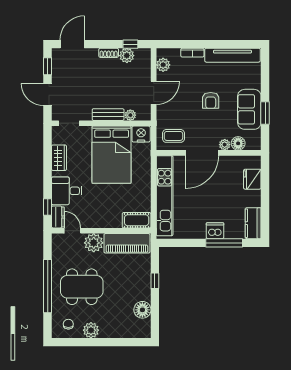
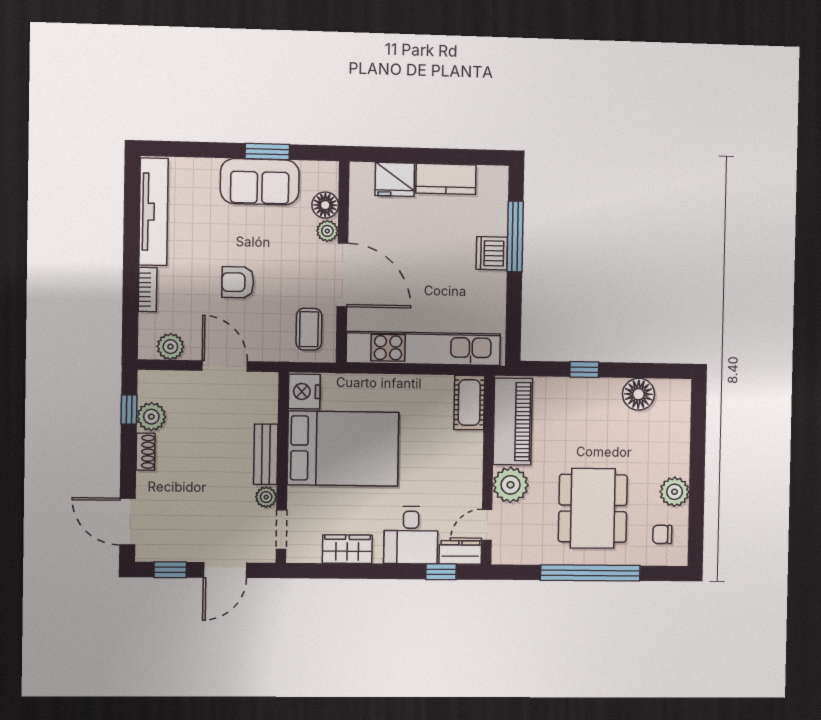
armchair: (211, 100) -> (238, 282), moved, turned 180
plant: (130, 115) -> (266, 497), moved
kitchen counter: (253, 223) -> (446, 179), moved

